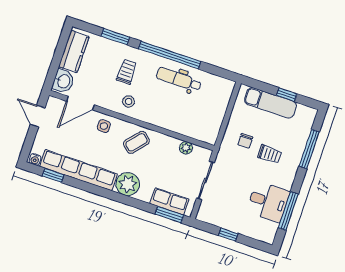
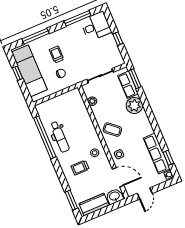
window: (115, 37) -> (71, 200), moved
window: (170, 55) -> (45, 137), moved
exam couch: (270, 103) -> (29, 71), width x1.36, depth x1.45
row of seats: (78, 170) -> (157, 154), width x0.73
plant: (128, 184) -> (134, 105), moved
desk: (268, 202) -> (96, 26), moved, turned 90

